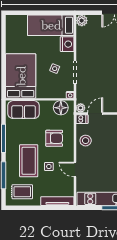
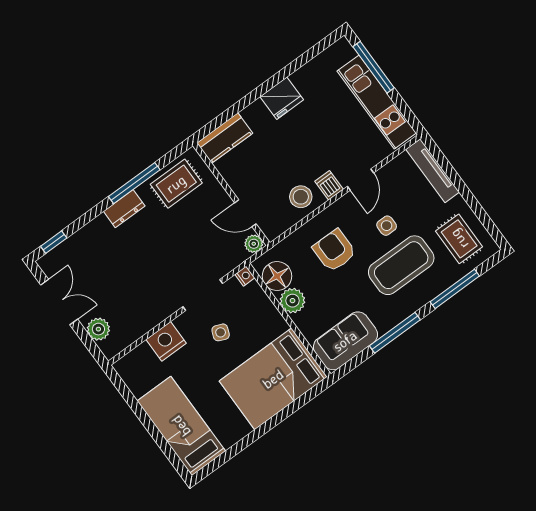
plant: (82, 21) -> (98, 329), moved
bed: (51, 25) -> (181, 426), moved, turned 180
plant: (46, 107) -> (292, 301), added
sofa: (24, 110) -> (345, 341), moved, turned -90
dishwasher: (82, 119) -> (329, 185), moved

